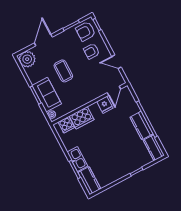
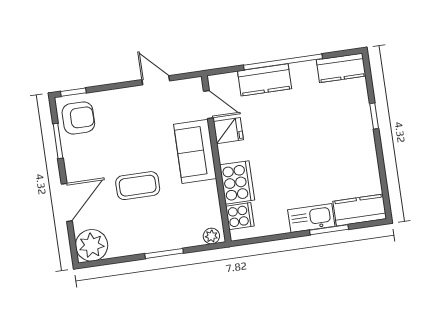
armchair: (86, 31) -> (78, 118), turned -90
door: (43, 40) -> (67, 202), swing flipped
armchair: (92, 51) -> (120, 120), removed
door: (117, 62) -> (156, 80), swing flipped
sofa: (47, 95) -> (195, 151), moved, turned -90
kitchen counter: (141, 125) -> (265, 80), moved

